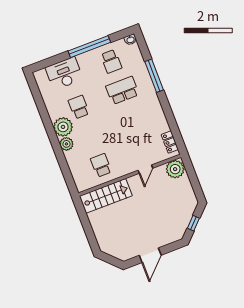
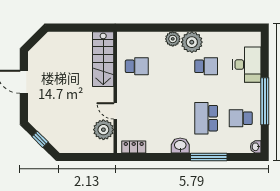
school desk: (122, 90) -> (206, 118), turned 180
washbasin: (154, 103) -> (180, 145), added
plant: (175, 169) -> (103, 130), moved

